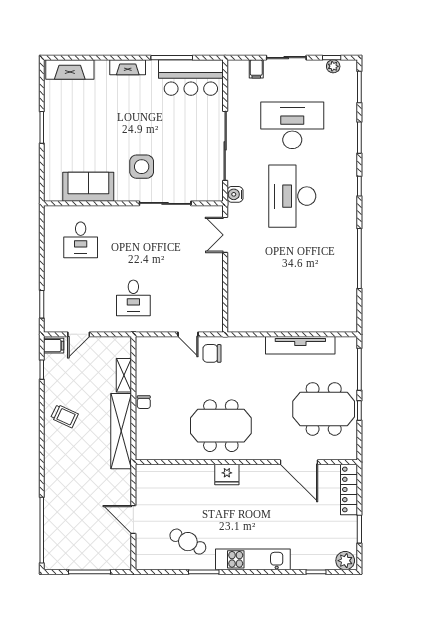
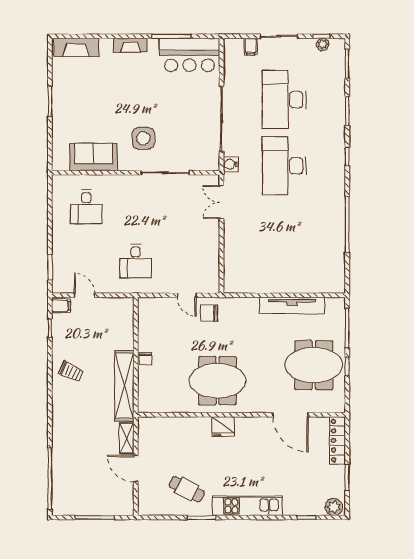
desk: (292, 125) -> (284, 100), turned -90
door: (79, 334) -> (84, 295), swing flipped
shelving: (124, 375) -> (127, 438), moved

